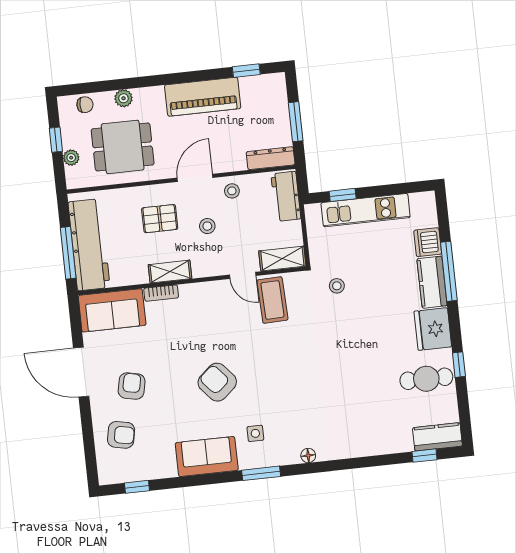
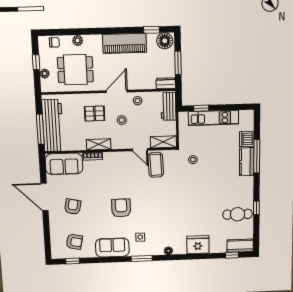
floor lamp: (270, 87) -> (165, 41), added
dresser: (271, 158) -> (166, 83), width x0.70
fridge: (433, 329) -> (198, 245), moved, turned 90
armchair: (217, 382) -> (121, 208), turned 41
armchair: (121, 435) -> (74, 242), moved

